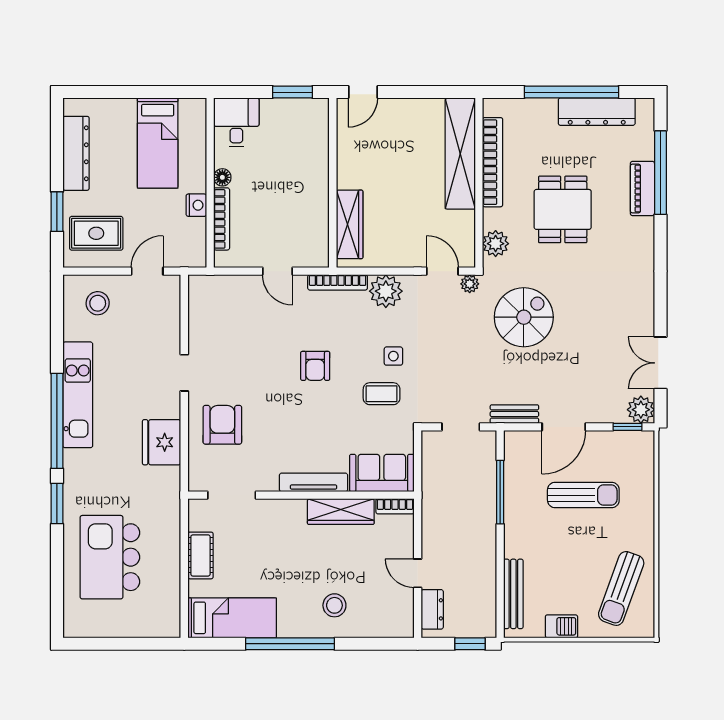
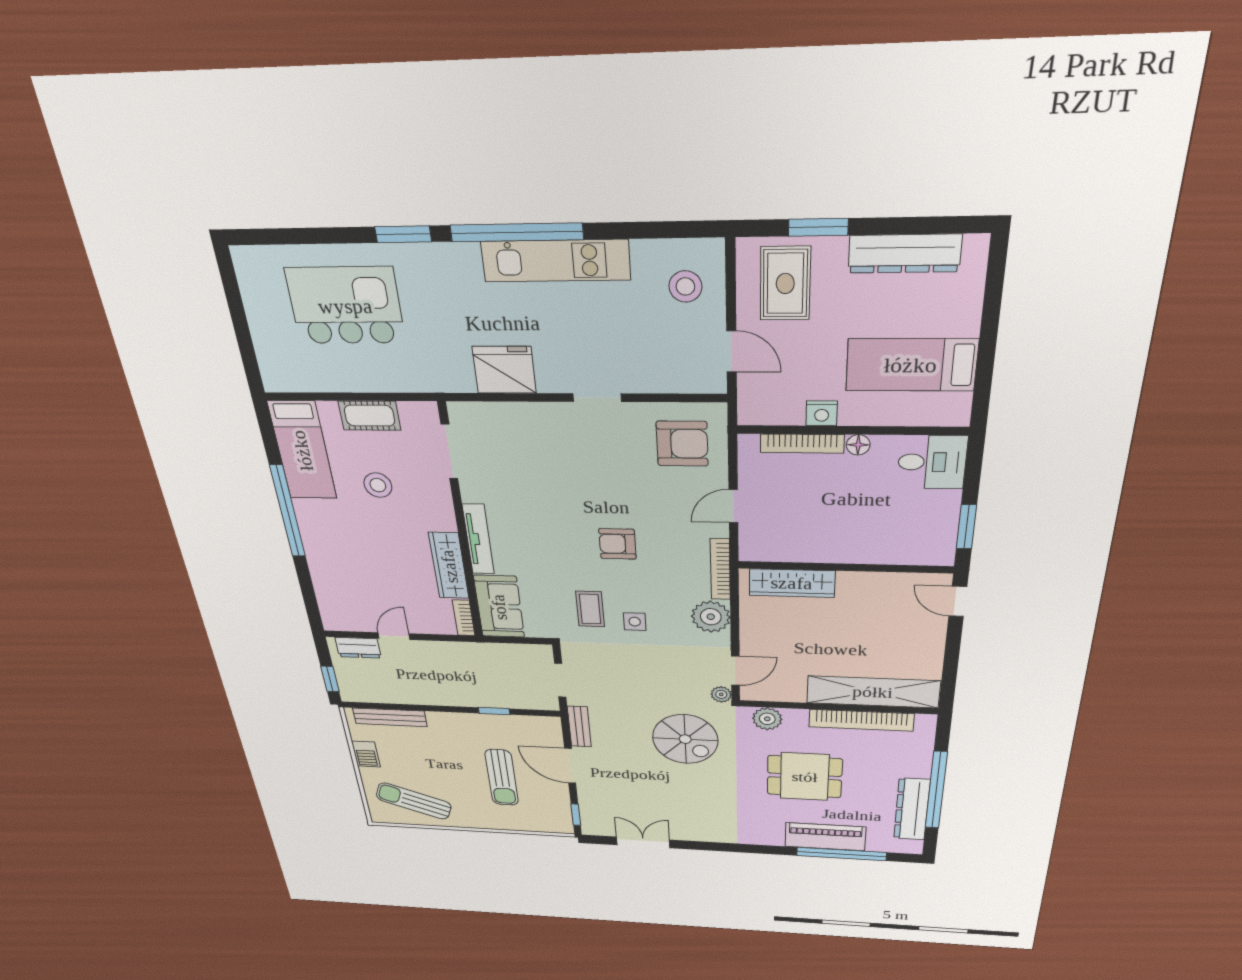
piano: (642, 188) -> (825, 837), width x1.37, depth x1.33
plant: (641, 410) -> (594, 825), removed
armchair: (222, 425) -> (682, 444), moved
window: (500, 492) -> (494, 711), width x0.46
stool: (334, 605) -> (378, 485), moved

